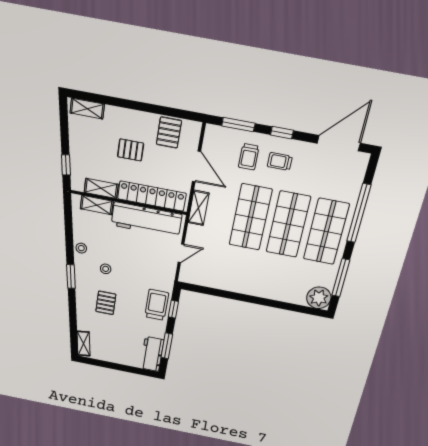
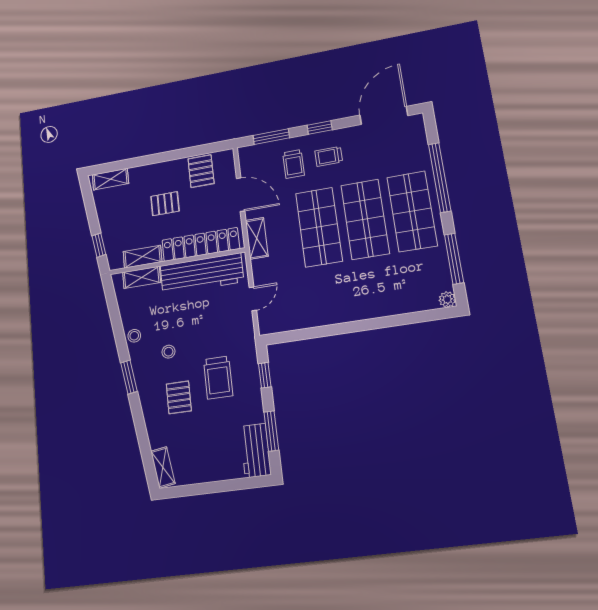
plant: (319, 298) -> (447, 299), width x0.53, depth x0.53
trolley: (157, 305) -> (218, 378), moved, turned 180

